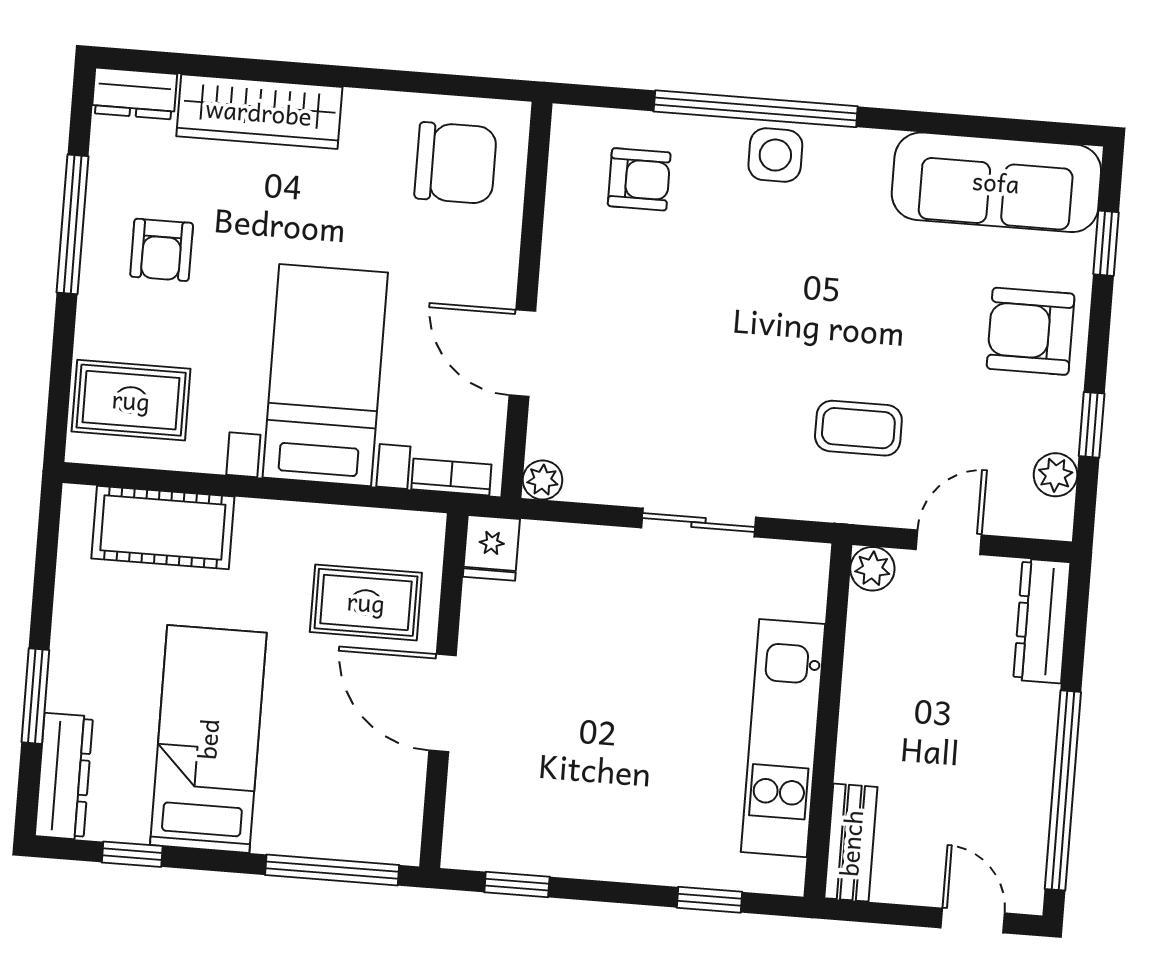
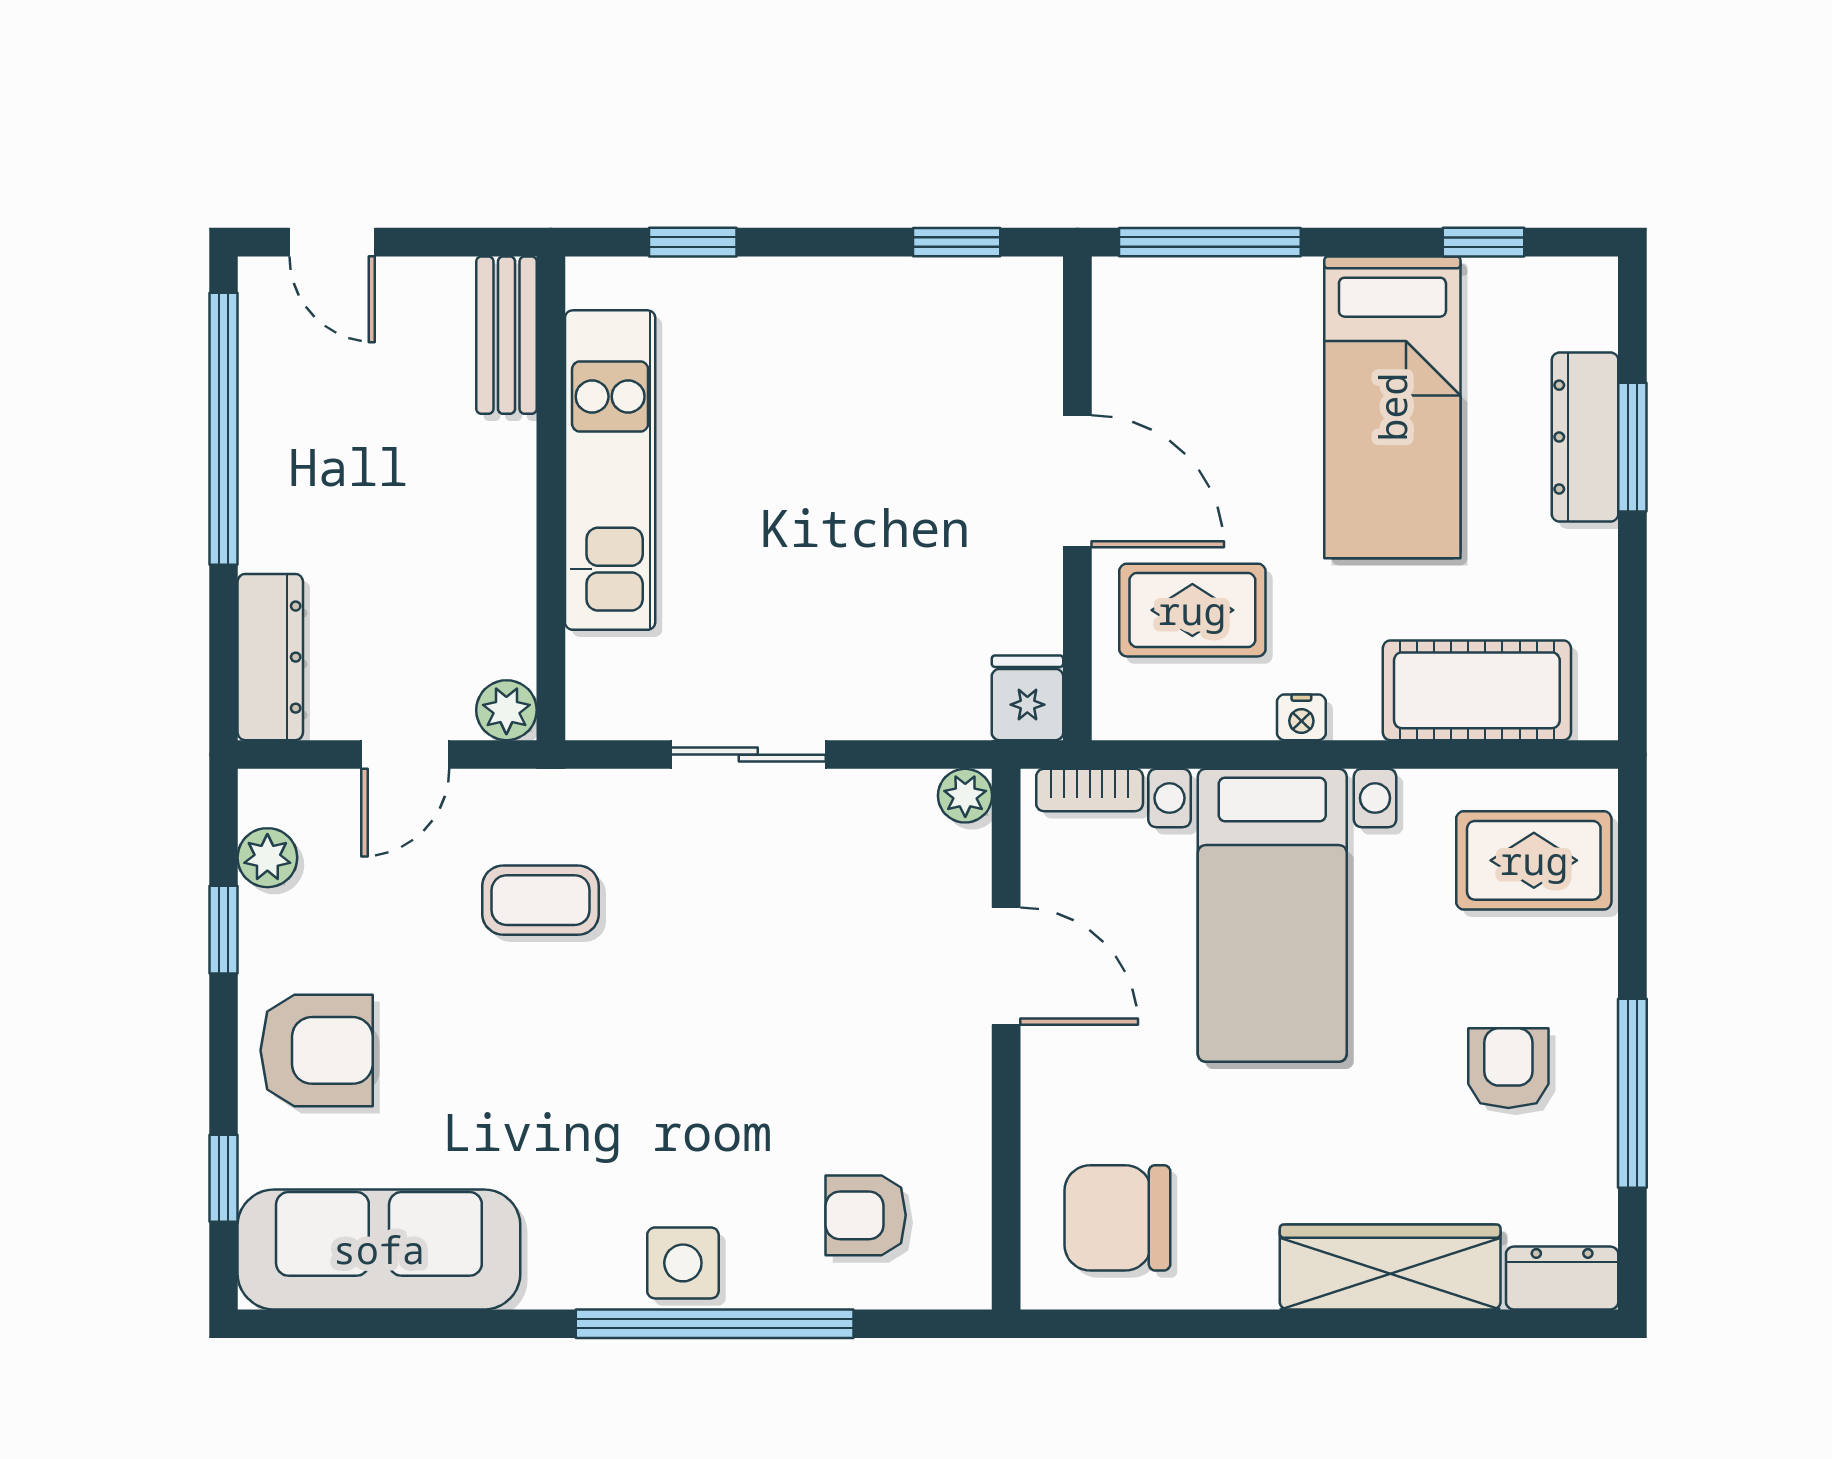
nightstand: (293, 518) -> (1301, 717), added
dresser: (64, 776) -> (1585, 437), moved

